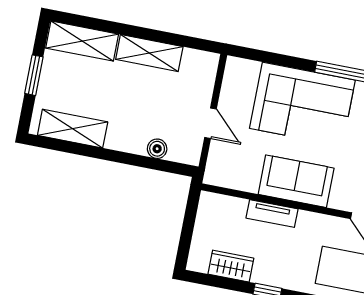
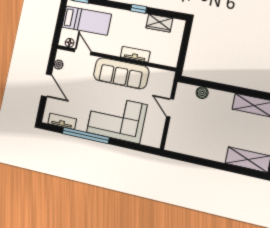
shelving: (149, 53) -> (206, 151), removed
sofa: (296, 181) -> (121, 73), width x1.36

